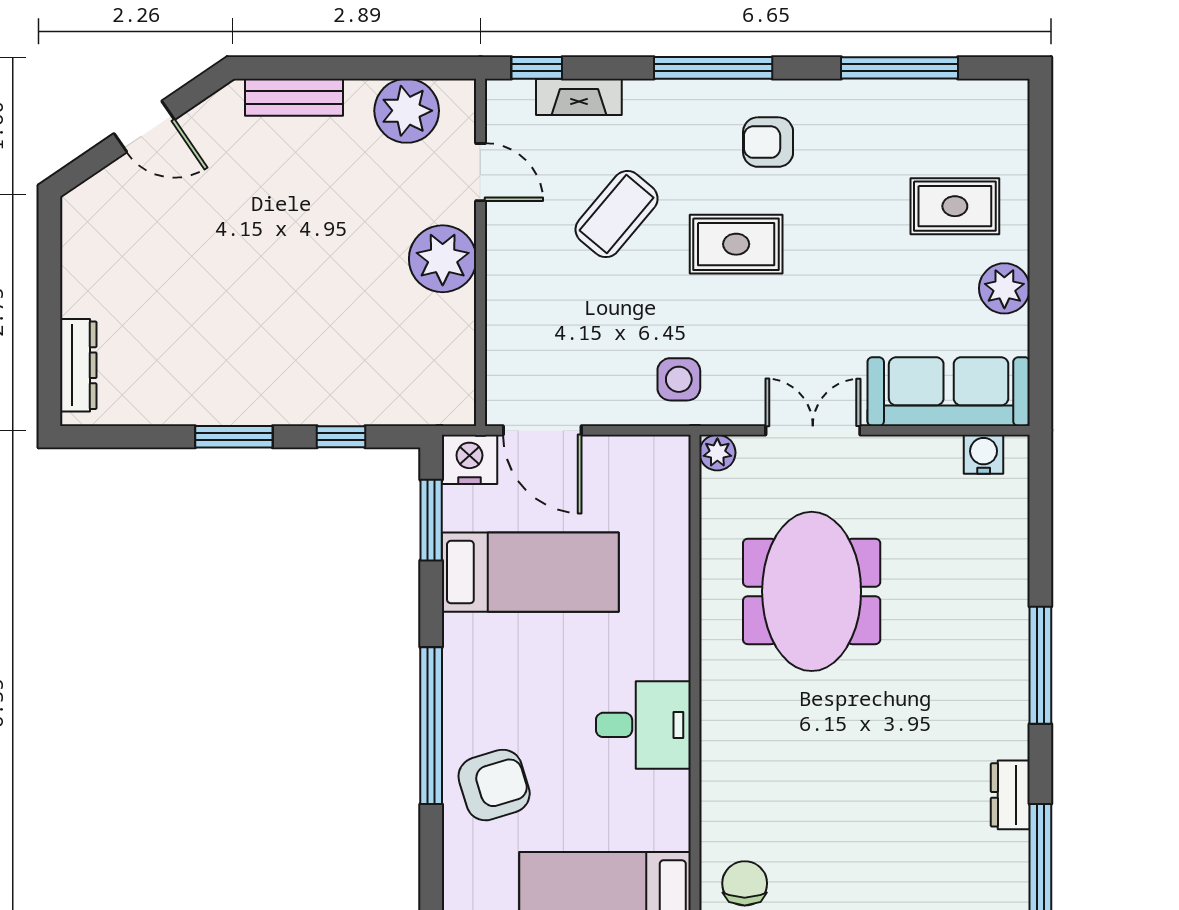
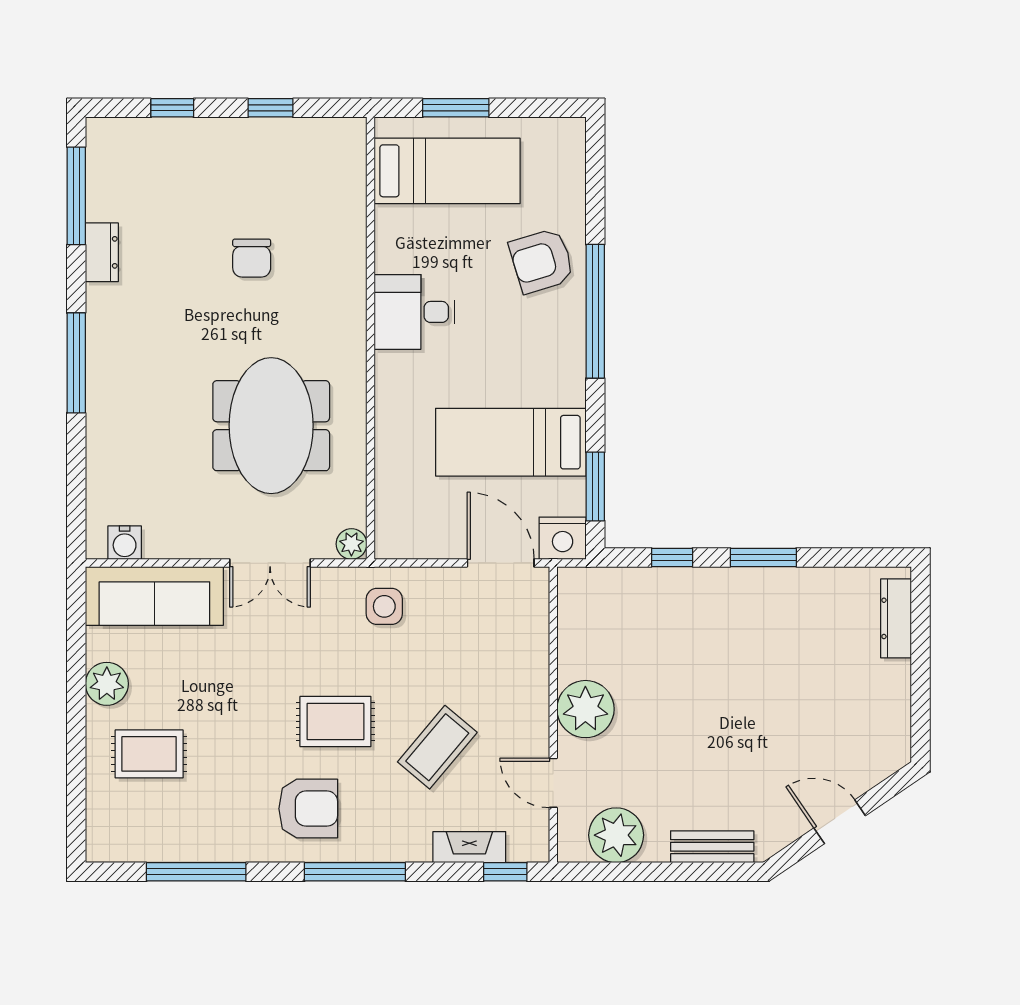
armchair: (768, 142) -> (308, 809), width x1.38, depth x1.38
chair: (745, 883) -> (252, 258), moved

